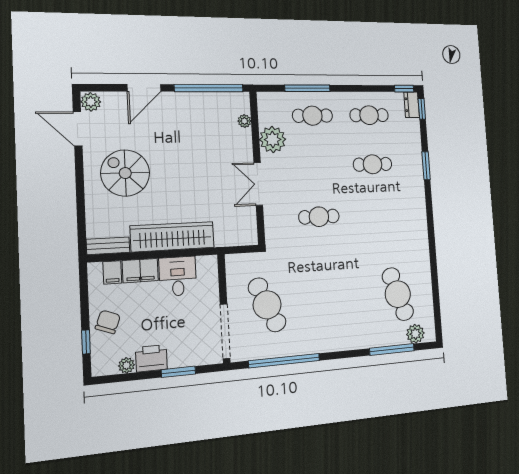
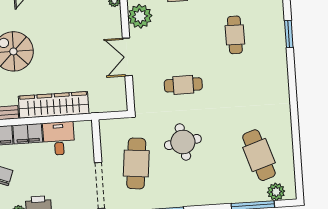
cafe table: (373, 164) -> (235, 35), turned 90
round table: (318, 280) -> (183, 142), added
cafe table: (267, 305) -> (136, 163), turned 30

